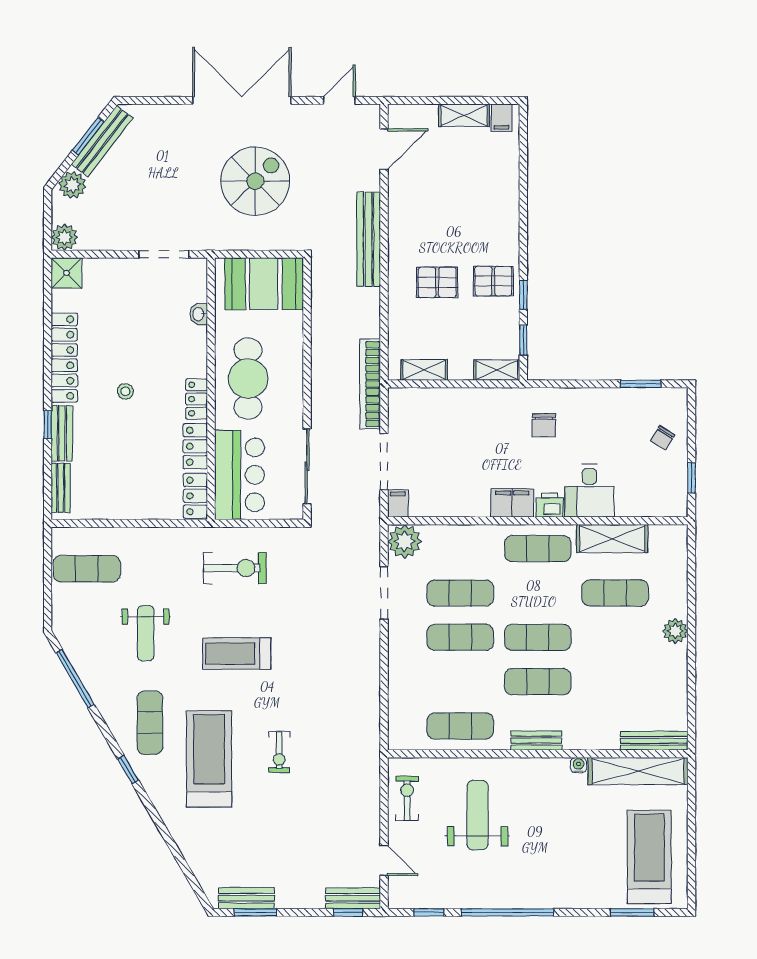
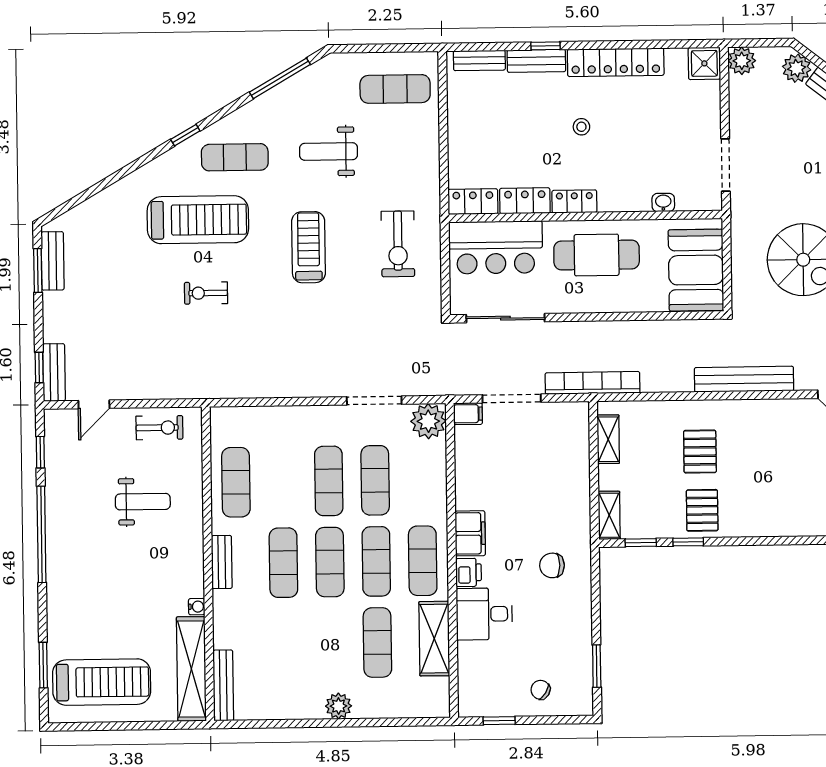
exercise mat: (87, 569) -> (395, 89), turned 90
exercise mat: (538, 593) -> (376, 561), added
weight bench: (478, 815) -> (143, 502), width x0.73, depth x0.75

